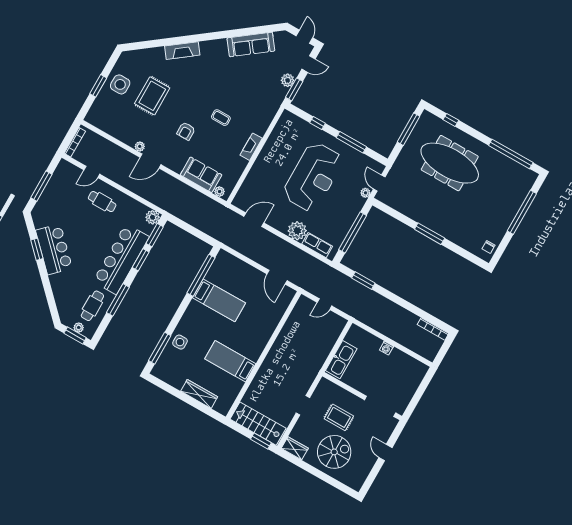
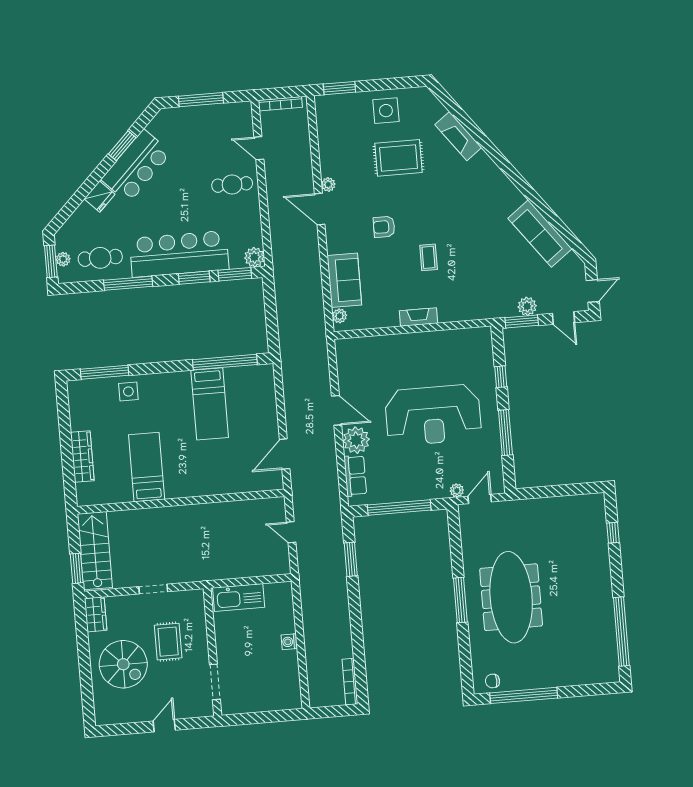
fireplace: (182, 51) -> (458, 136), moved
window: (98, 86) -> (339, 88), moved
window: (409, 129) -> (567, 490), removed
meeting table: (450, 163) -> (511, 597), moved
cafe table: (102, 202) -> (232, 185), turned 90
window: (522, 212) -> (524, 695), moved
door: (254, 220) -> (337, 410), moved
fridge: (57, 282) -> (100, 196), added
doorway: (380, 406) -> (215, 682), width x0.73

